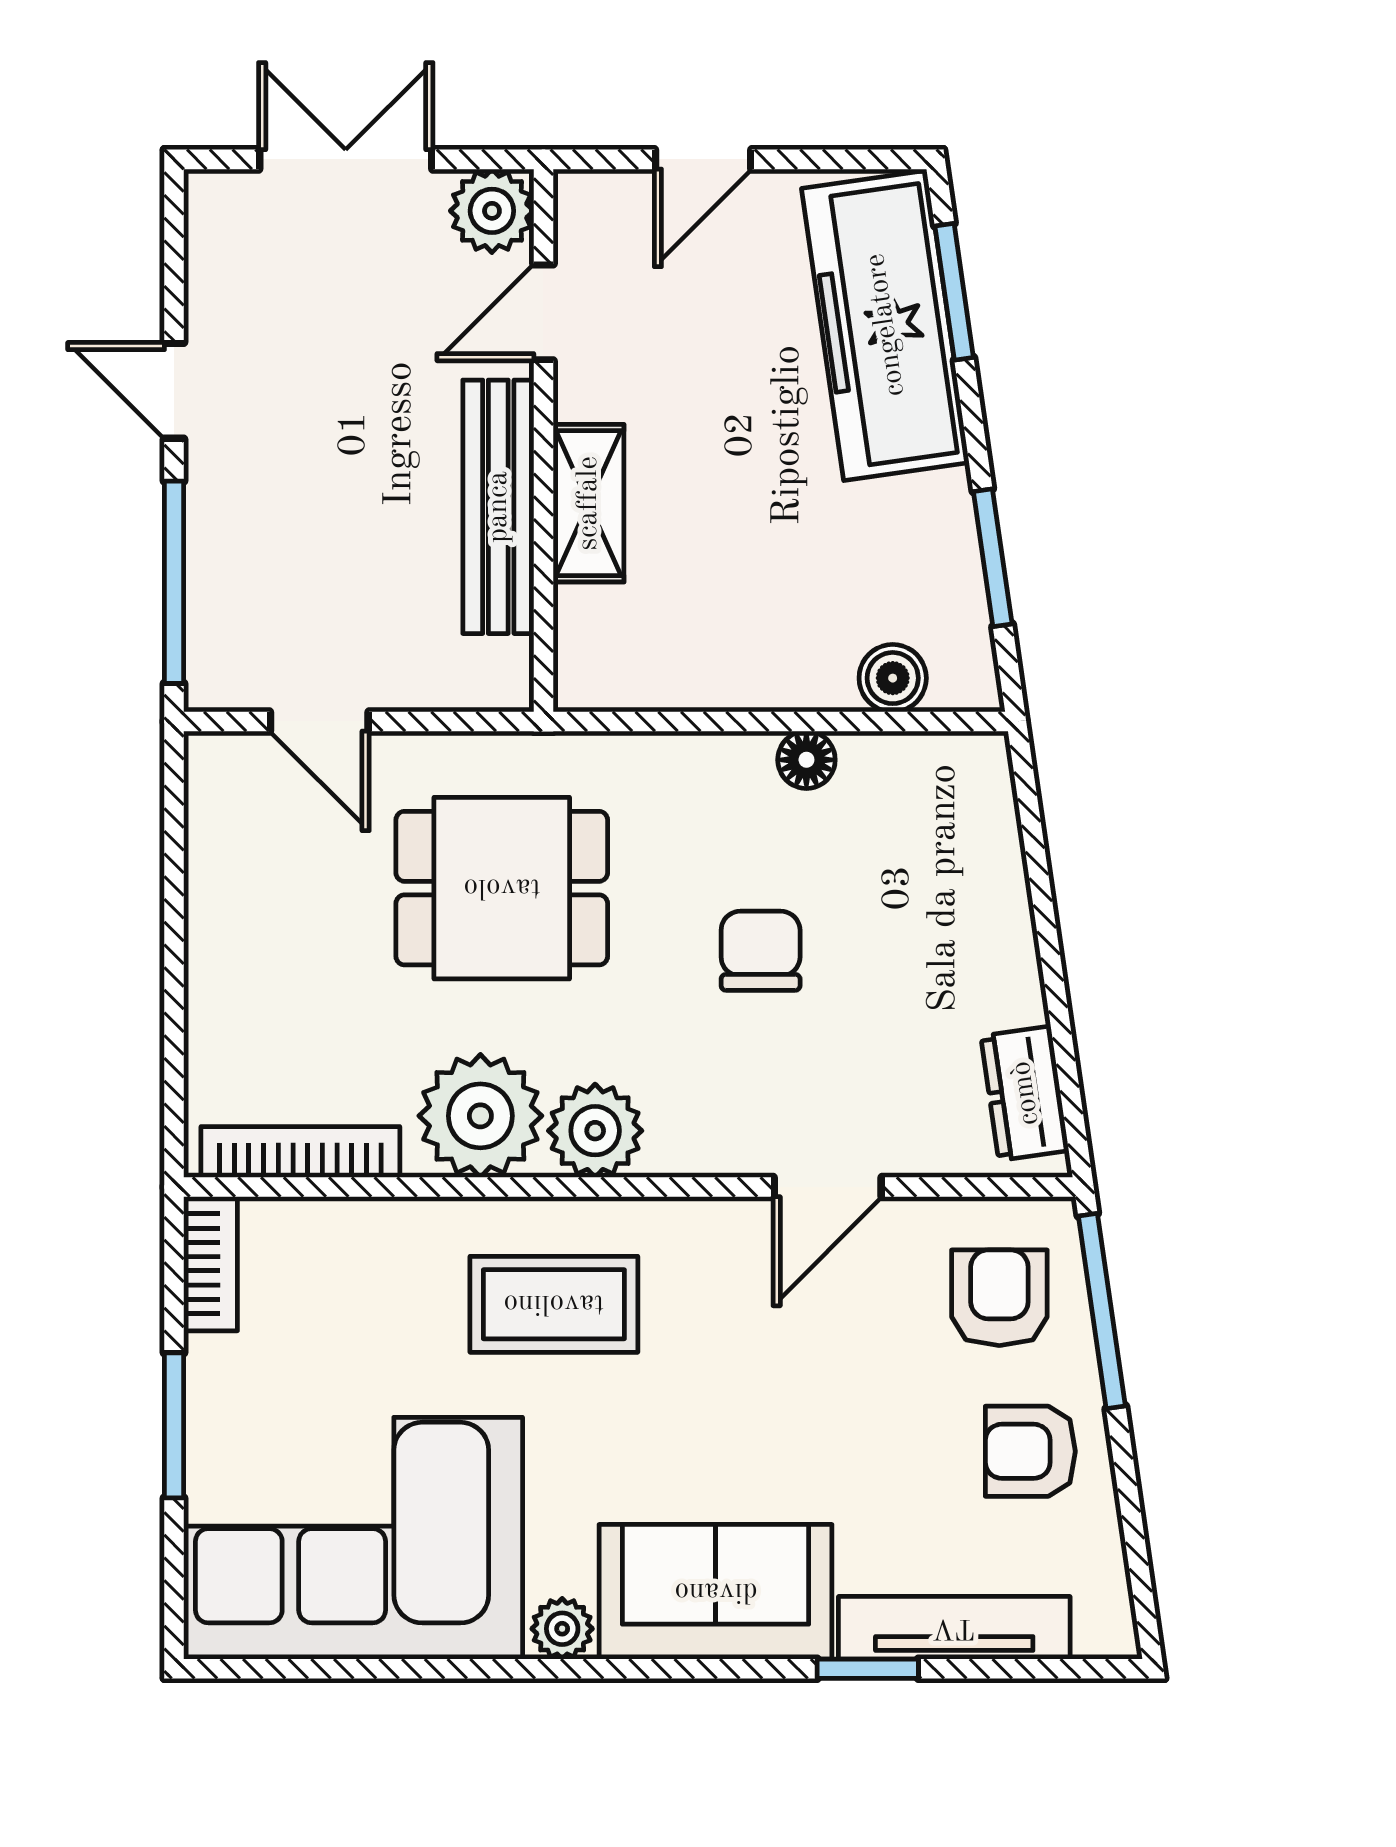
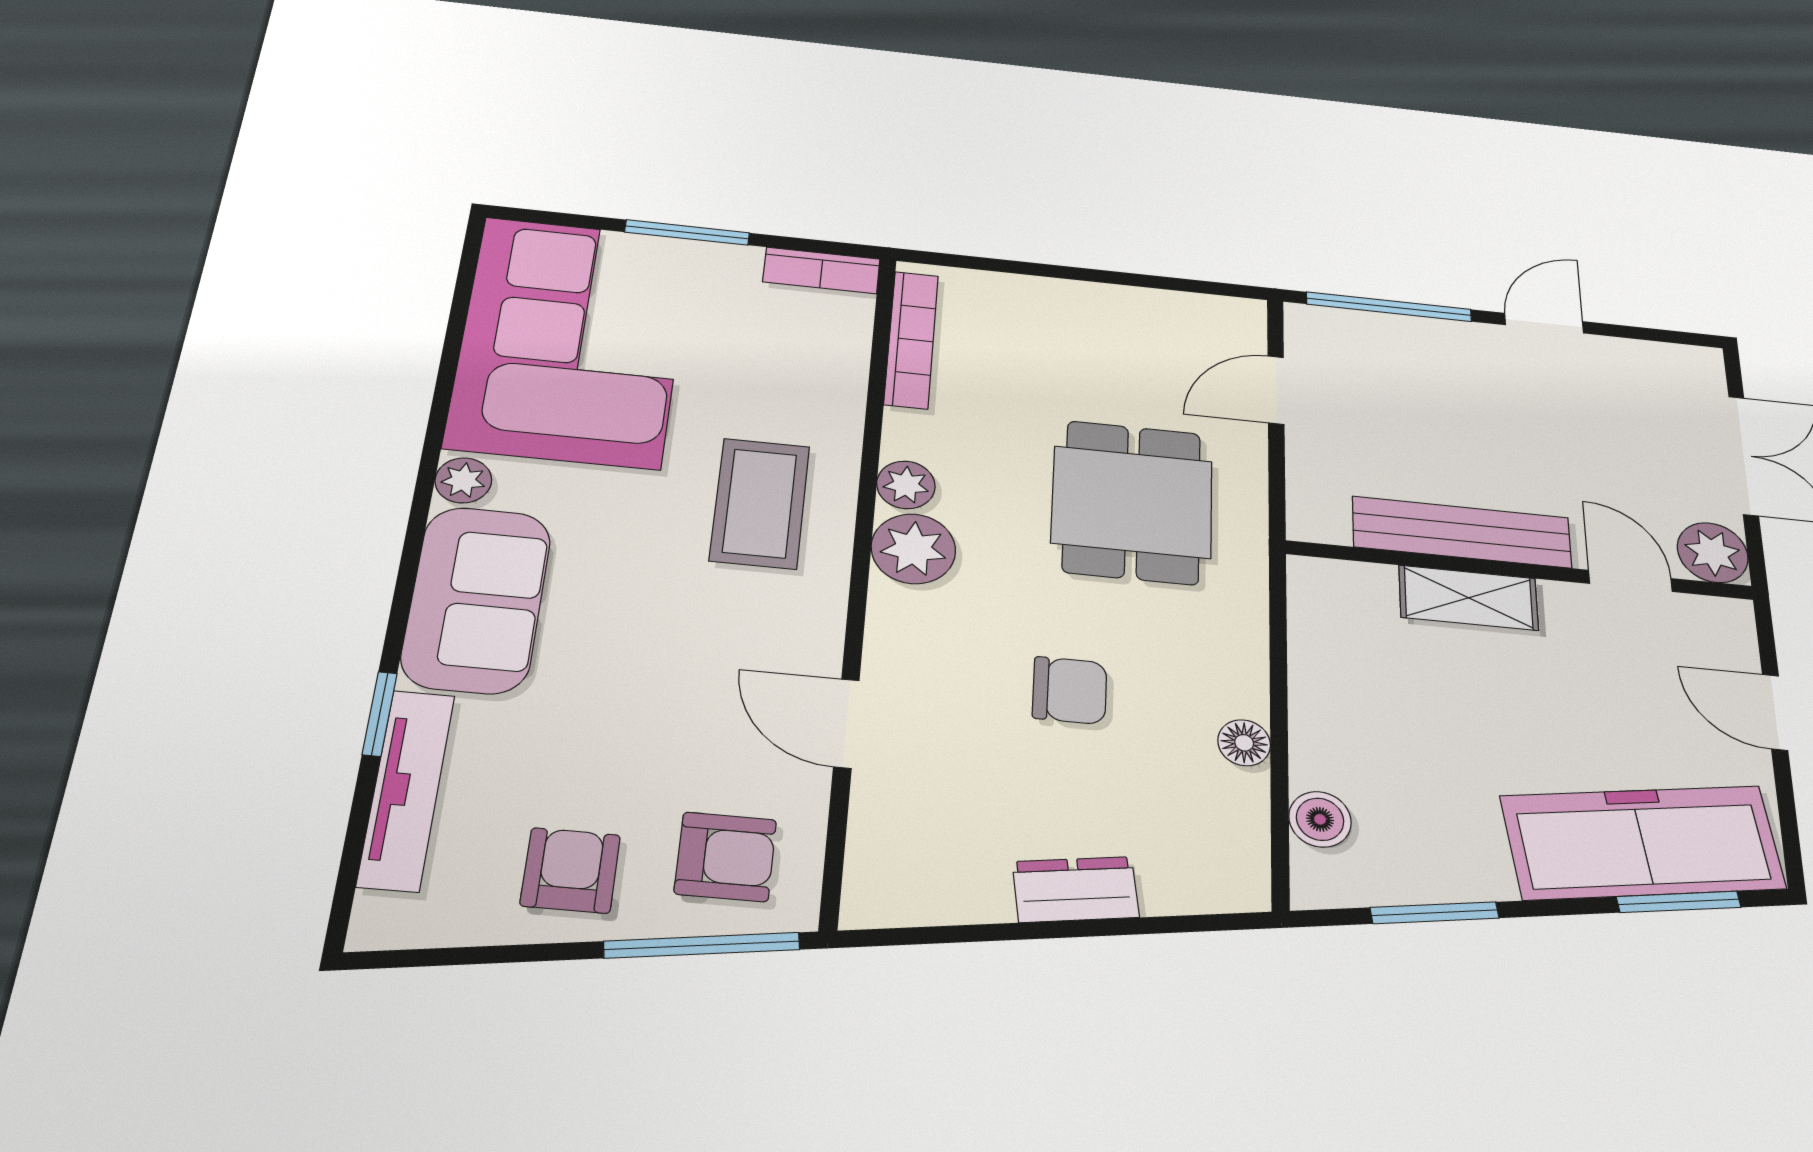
dresser: (1025, 1093) -> (1076, 889), moved
plant: (480, 1116) -> (906, 485), width x0.53, depth x0.53

